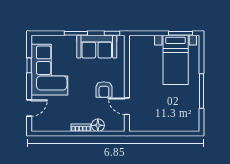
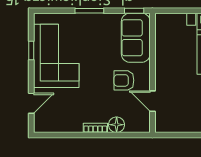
sofa: (97, 47) -> (136, 38), moved, turned 90
armchair: (104, 90) -> (124, 80), turned 90

